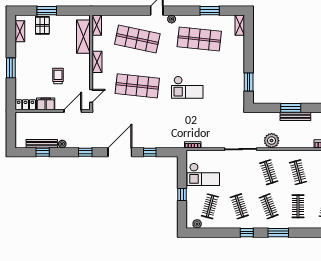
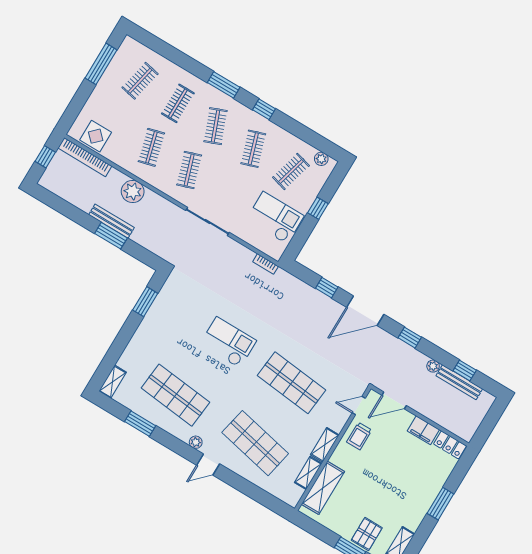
shelving: (97, 25) -> (308, 473), moved
trolley: (58, 76) -> (359, 436), moved
plant: (272, 141) -> (133, 191), moved

